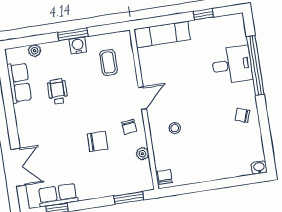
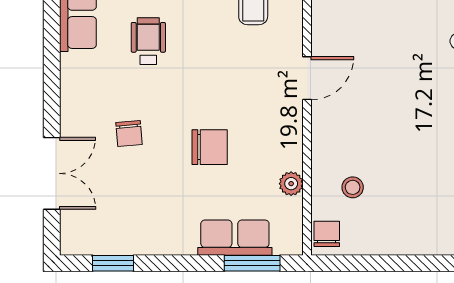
chair: (129, 127) -> (129, 134), moved
stool: (175, 128) -> (353, 187), moved
row of seats: (58, 195) -> (235, 238), moved

